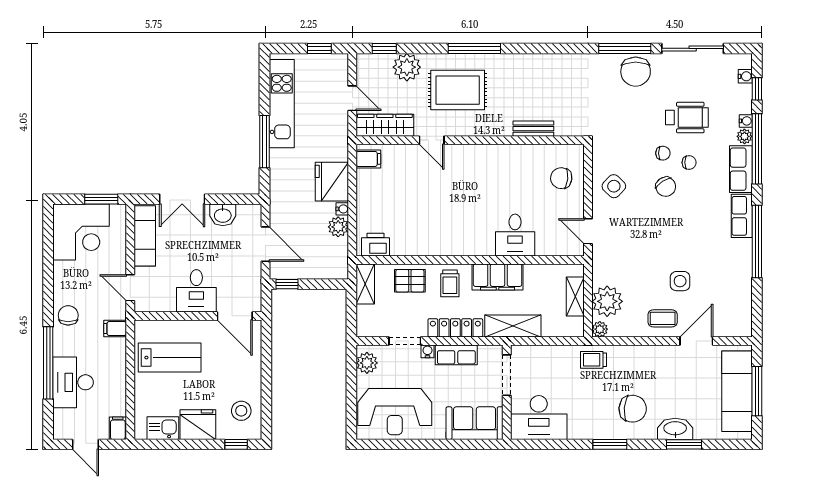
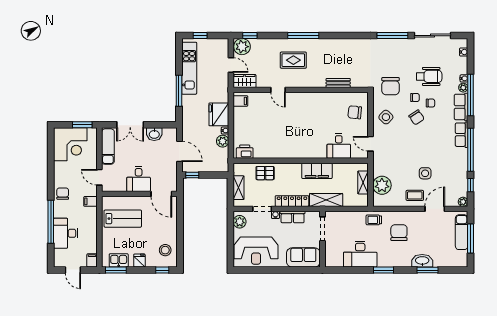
window: (319, 48) -> (200, 36), moved
plant: (407, 67) -> (242, 47), moved
chair: (636, 72) -> (391, 86), moved
window: (757, 89) -> (471, 185), moved
rug: (458, 90) -> (293, 60), width x0.73, depth x0.70
wardrobe: (385, 125) -> (245, 81), width x0.67
desk: (515, 235) -> (339, 146), moved
trolley: (450, 283) -> (289, 175), removed
shelving: (365, 284) -> (239, 188), moved
plant: (600, 329) -> (463, 202), moved
exam couch: (737, 391) -> (462, 232), width x0.73, depth x0.69
chair: (633, 409) -> (399, 233), moved, turned -95
desk: (539, 418) -> (360, 254), moved
fridge: (198, 425) -> (139, 261), width x0.53, depth x0.75
window: (158, 444) -> (116, 270), added

